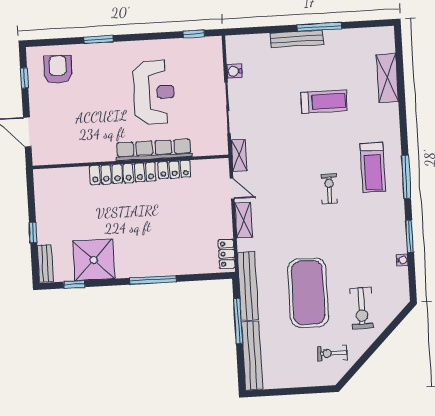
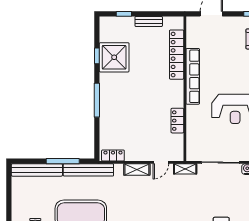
row of seats: (154, 150) -> (193, 76), moved
locker: (123, 174) -> (177, 55), moved
window: (33, 232) -> (124, 14), moved
bench: (45, 263) -> (149, 21), moved
window: (74, 284) -> (97, 56), moved

